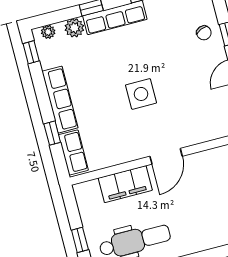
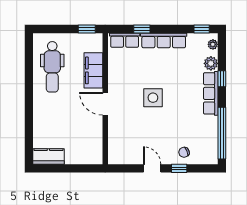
window: (80, 240) -> (87, 29), moved

